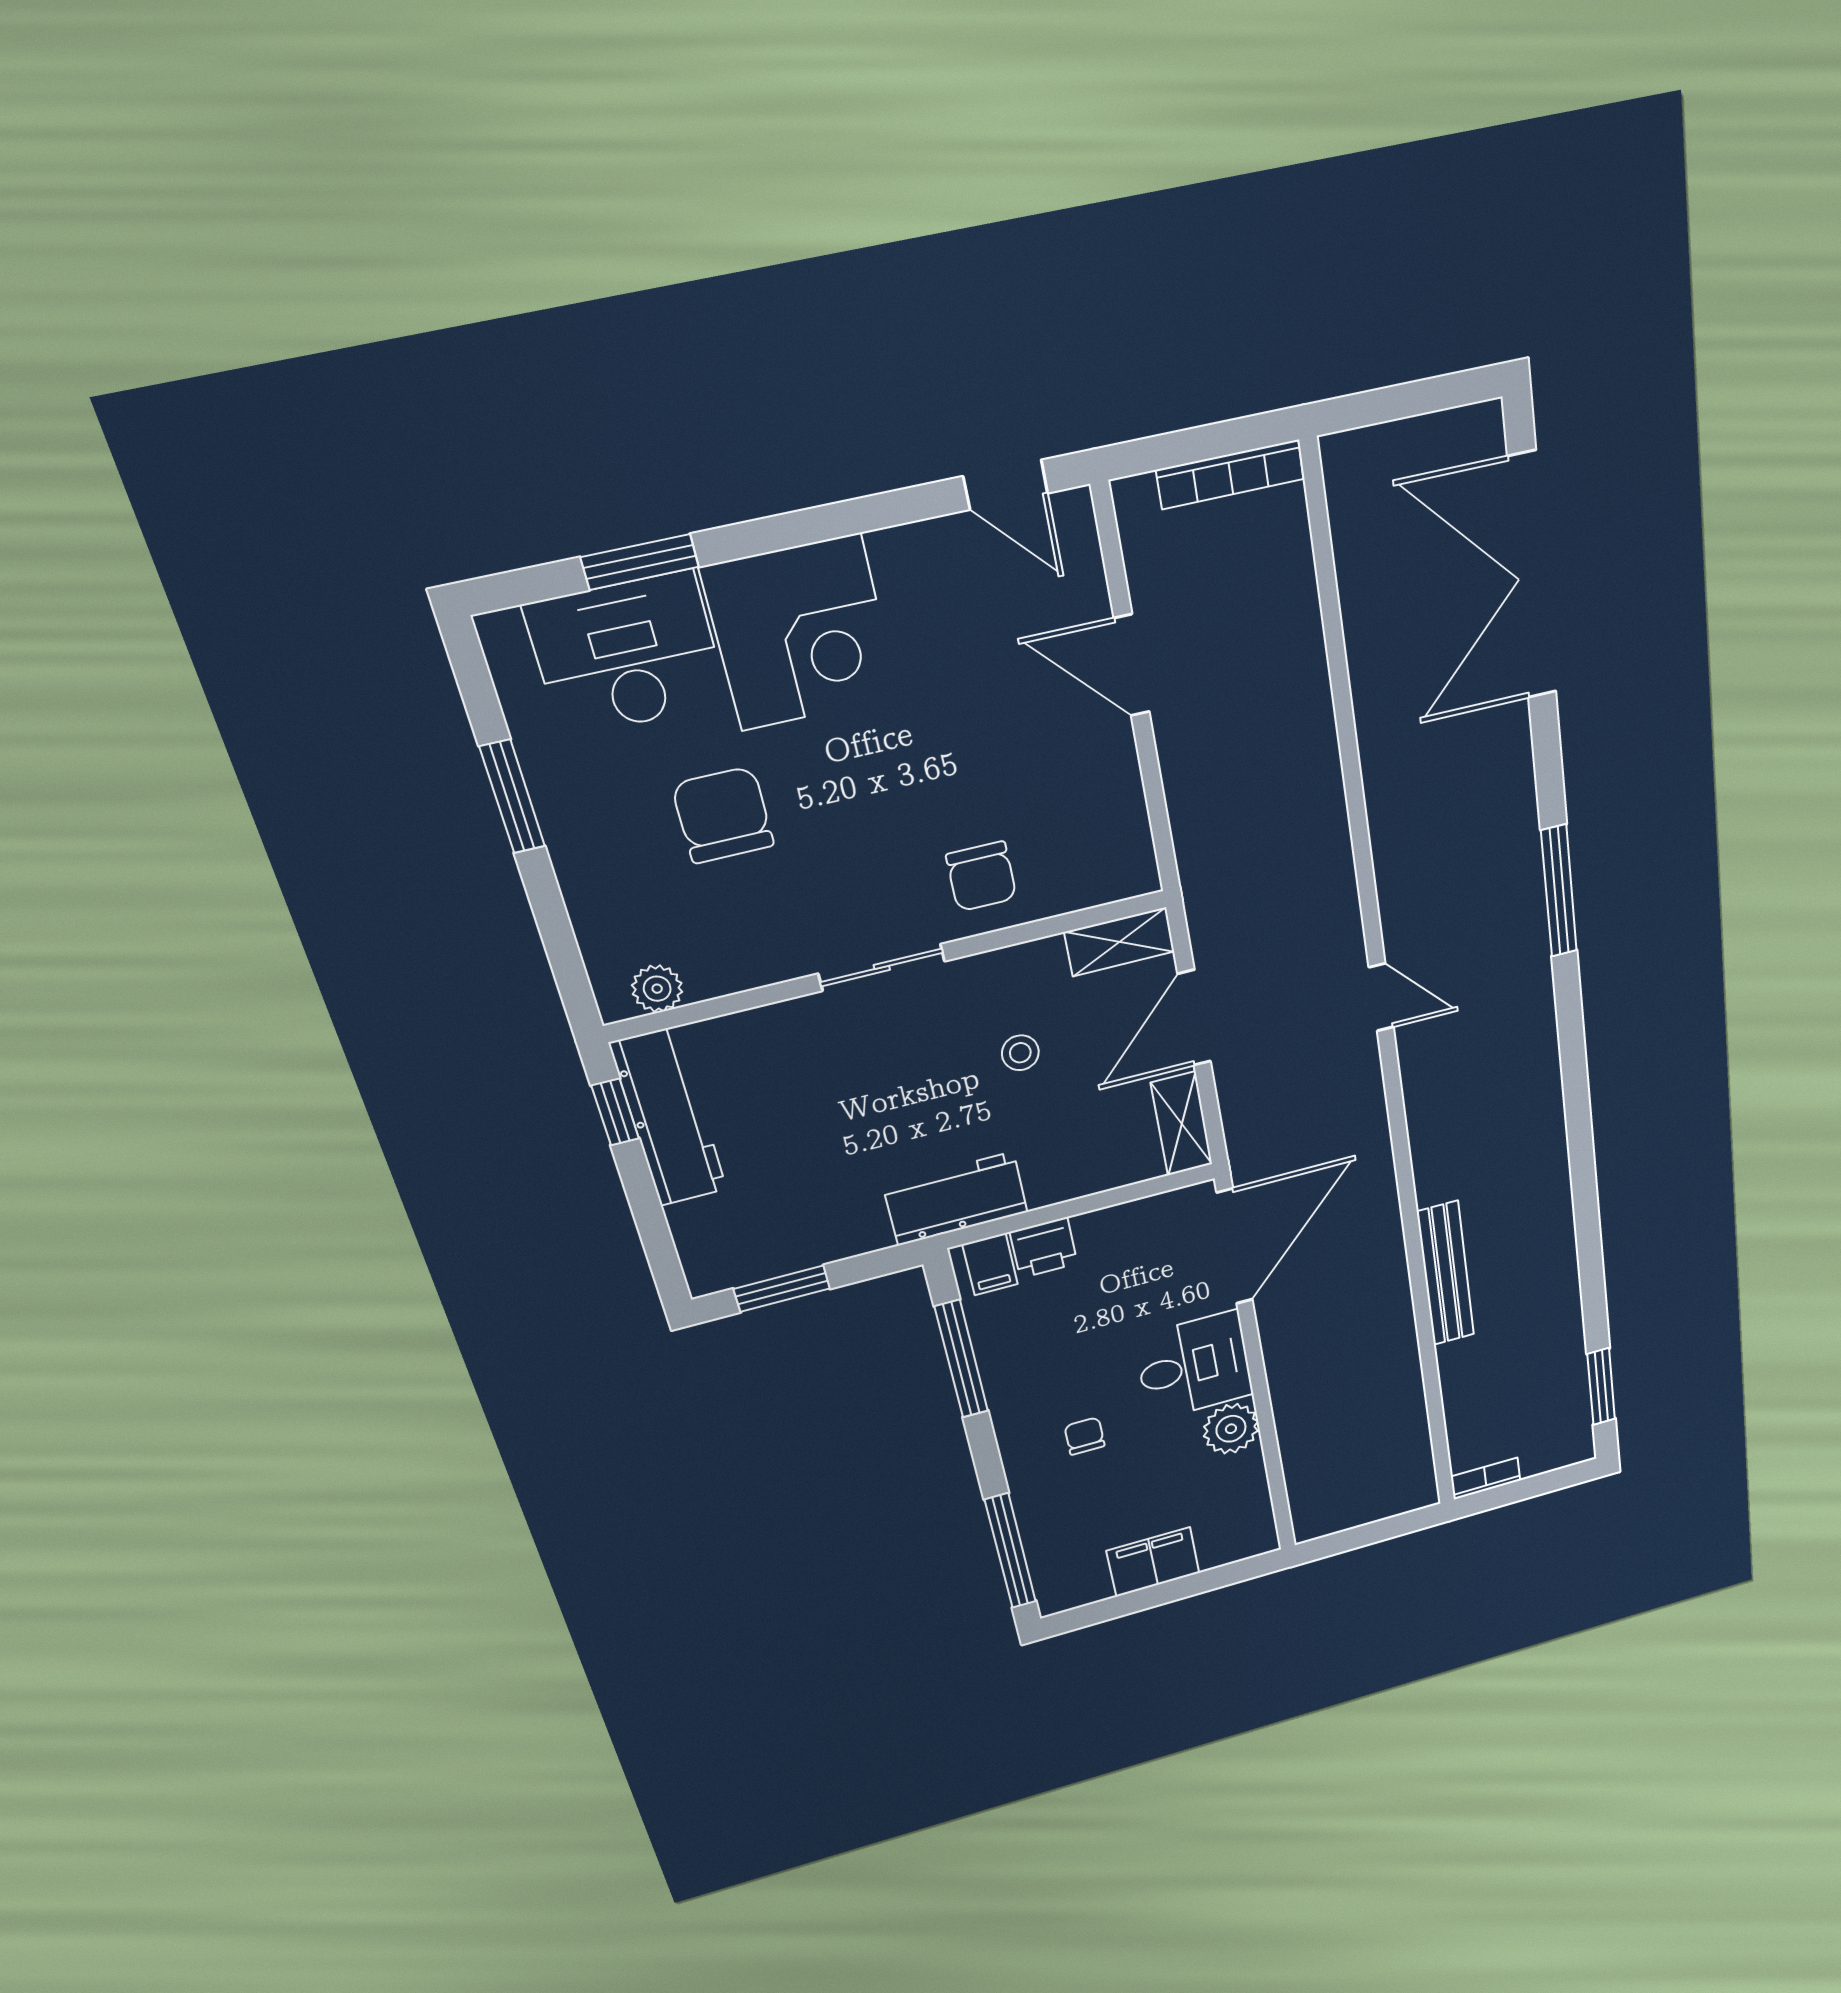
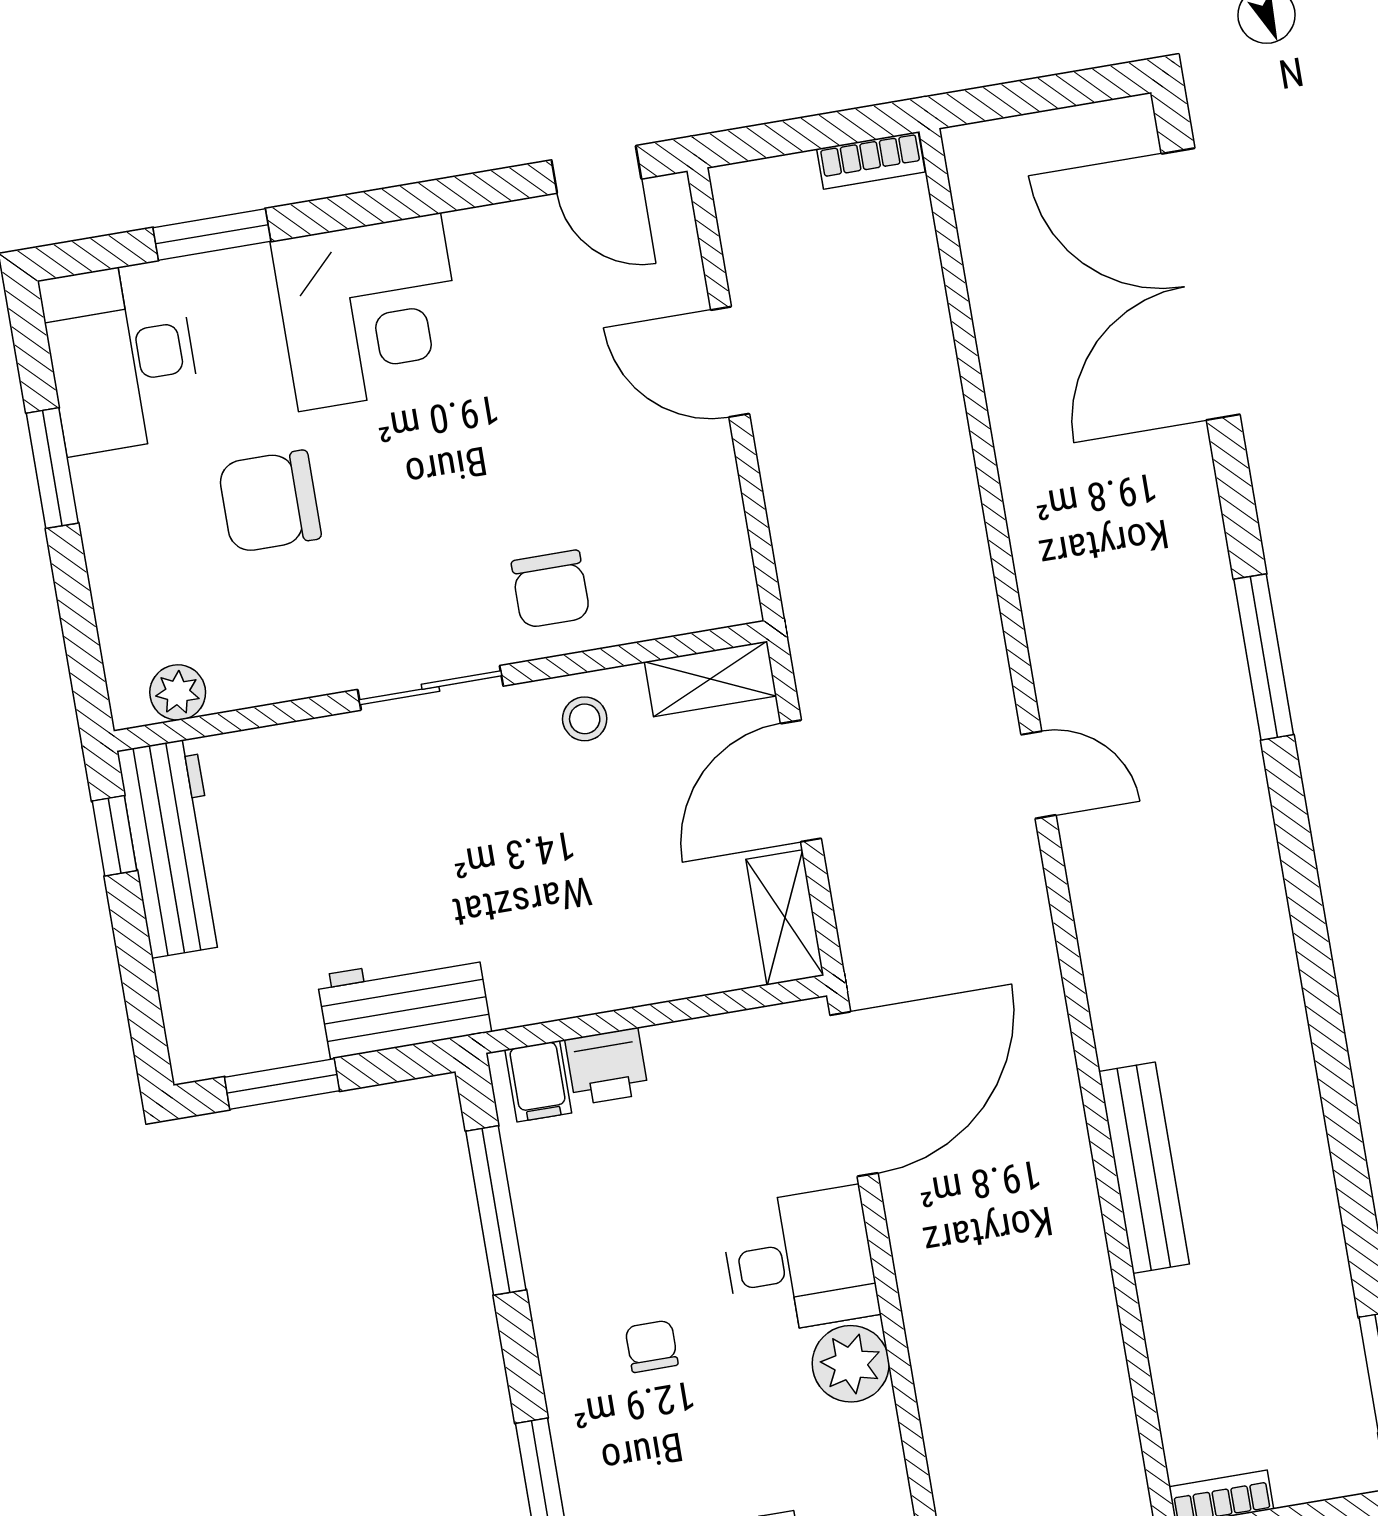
bookcase: (1230, 474) -> (871, 160), width x0.64
desk: (627, 655) -> (122, 357), moved, turned -90
chair: (723, 815) -> (270, 501), turned -90
stool: (1020, 1053) -> (585, 719), moved
workbench: (956, 1199) -> (404, 1004), moved

